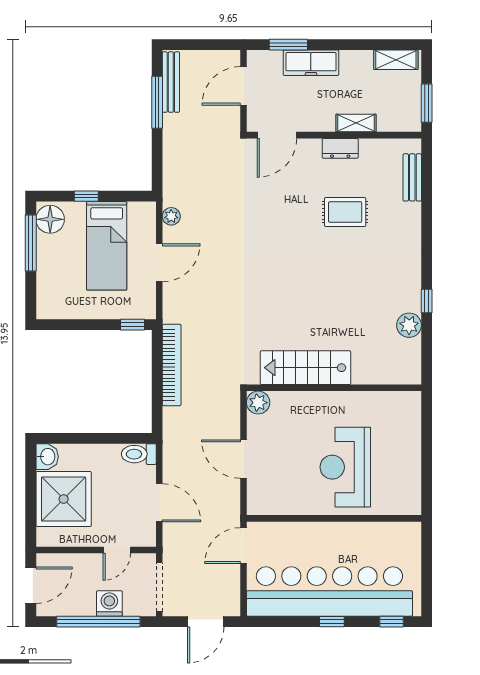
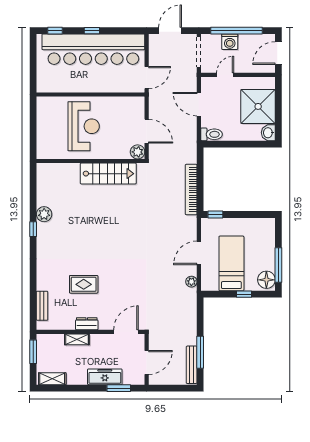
stairs: (305, 368) -> (108, 174), moved
wall: (334, 388) -> (91, 161), moved
plant: (258, 403) -> (138, 152), moved

